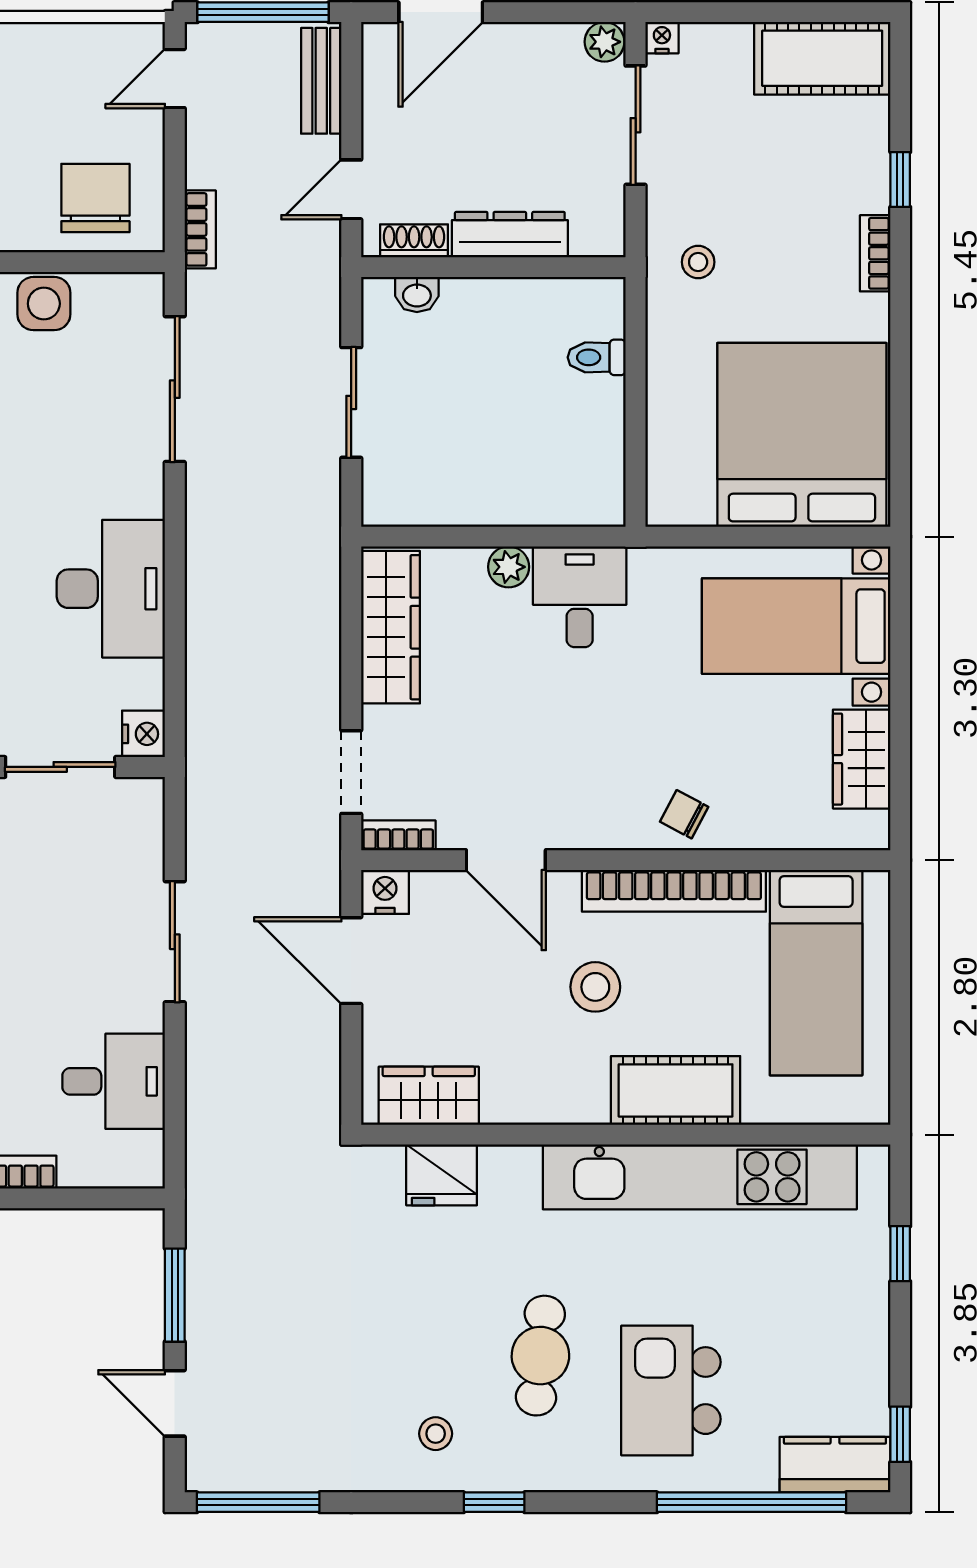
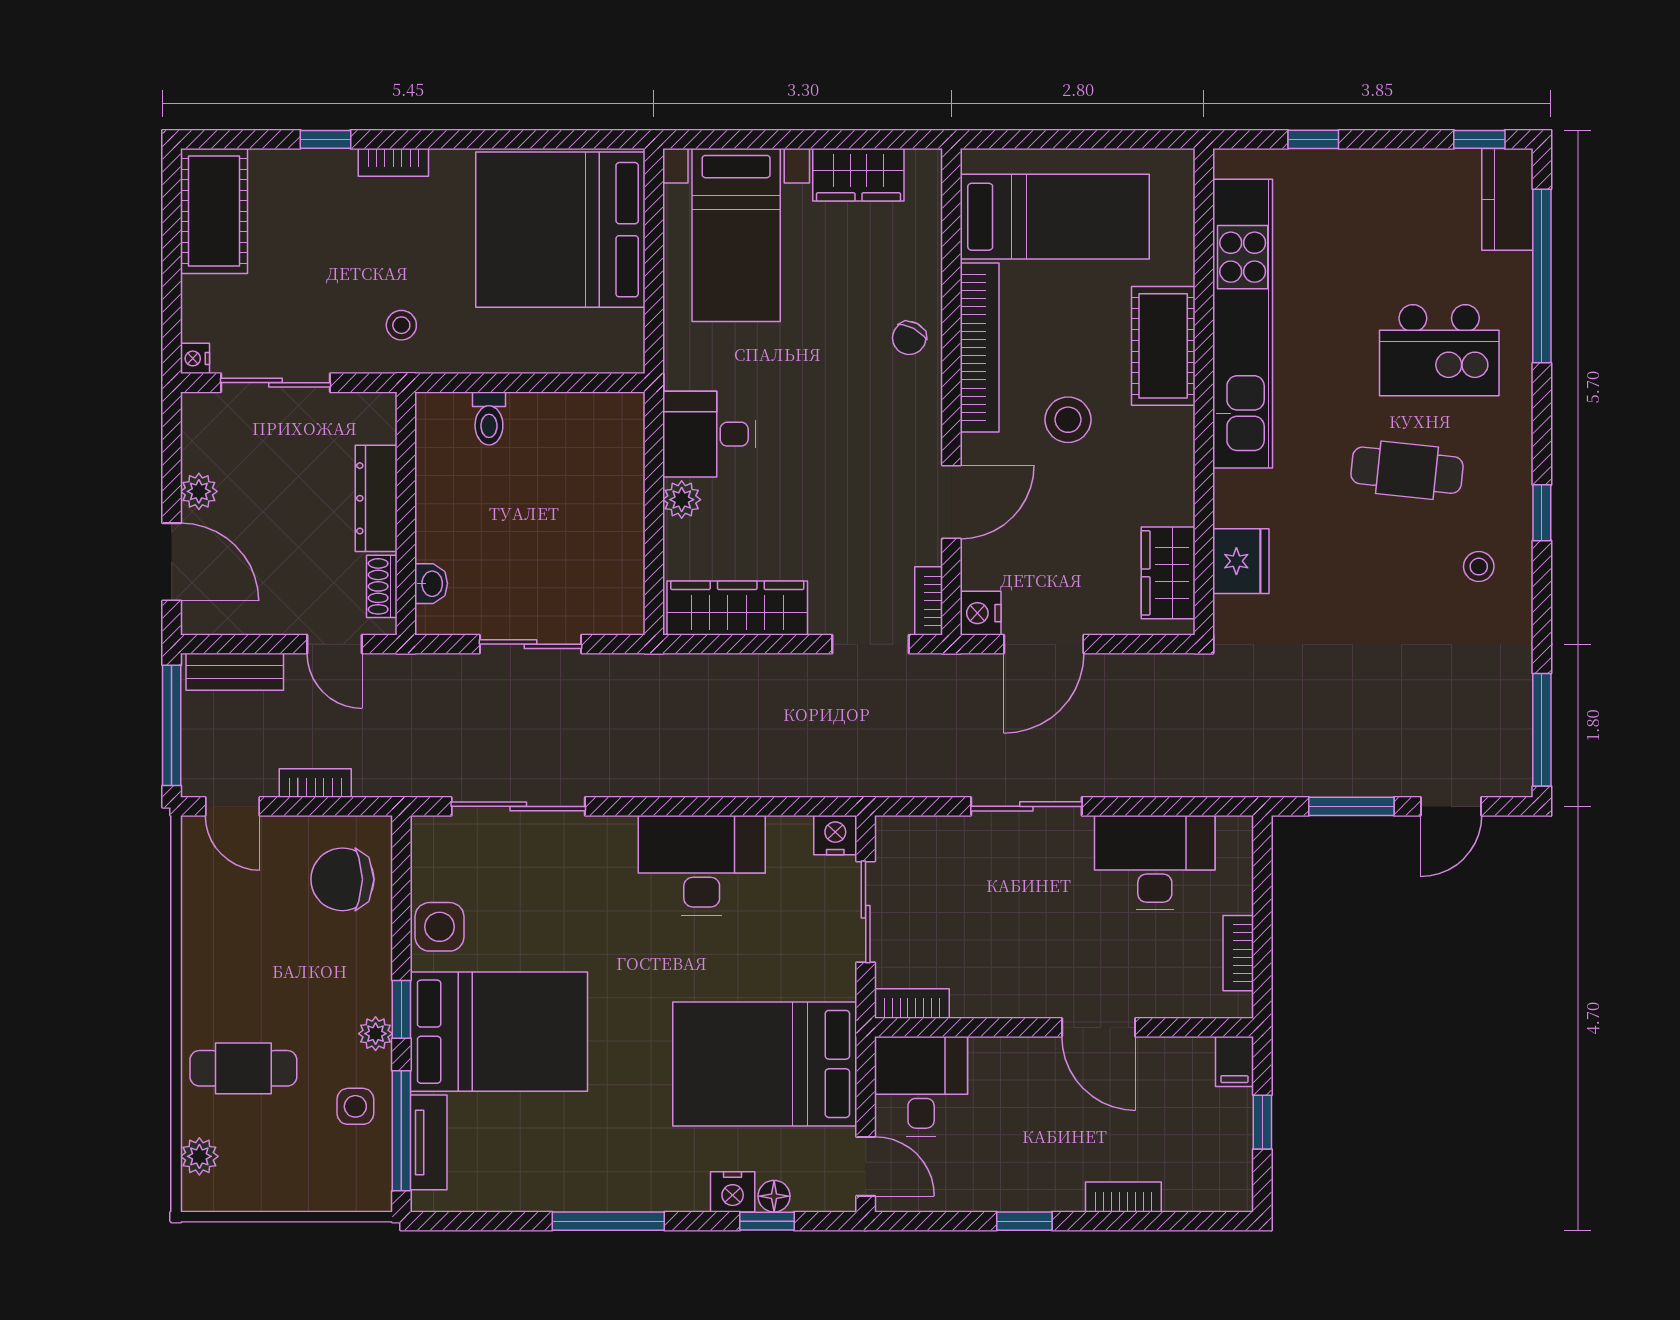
plant: (604, 42) -> (199, 491), moved
bookcase: (200, 229) -> (315, 783), moved
desk: (114, 1081) -> (1155, 863), width x1.37

